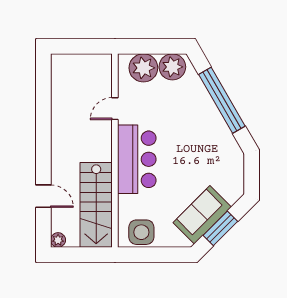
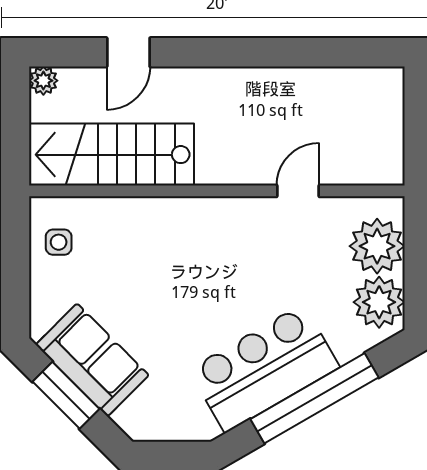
door: (115, 109) -> (298, 191), hinge flipped
bar counter: (137, 159) -> (264, 368), moved, turned 150
side table: (141, 232) -> (59, 242), width x0.54, depth x0.54

